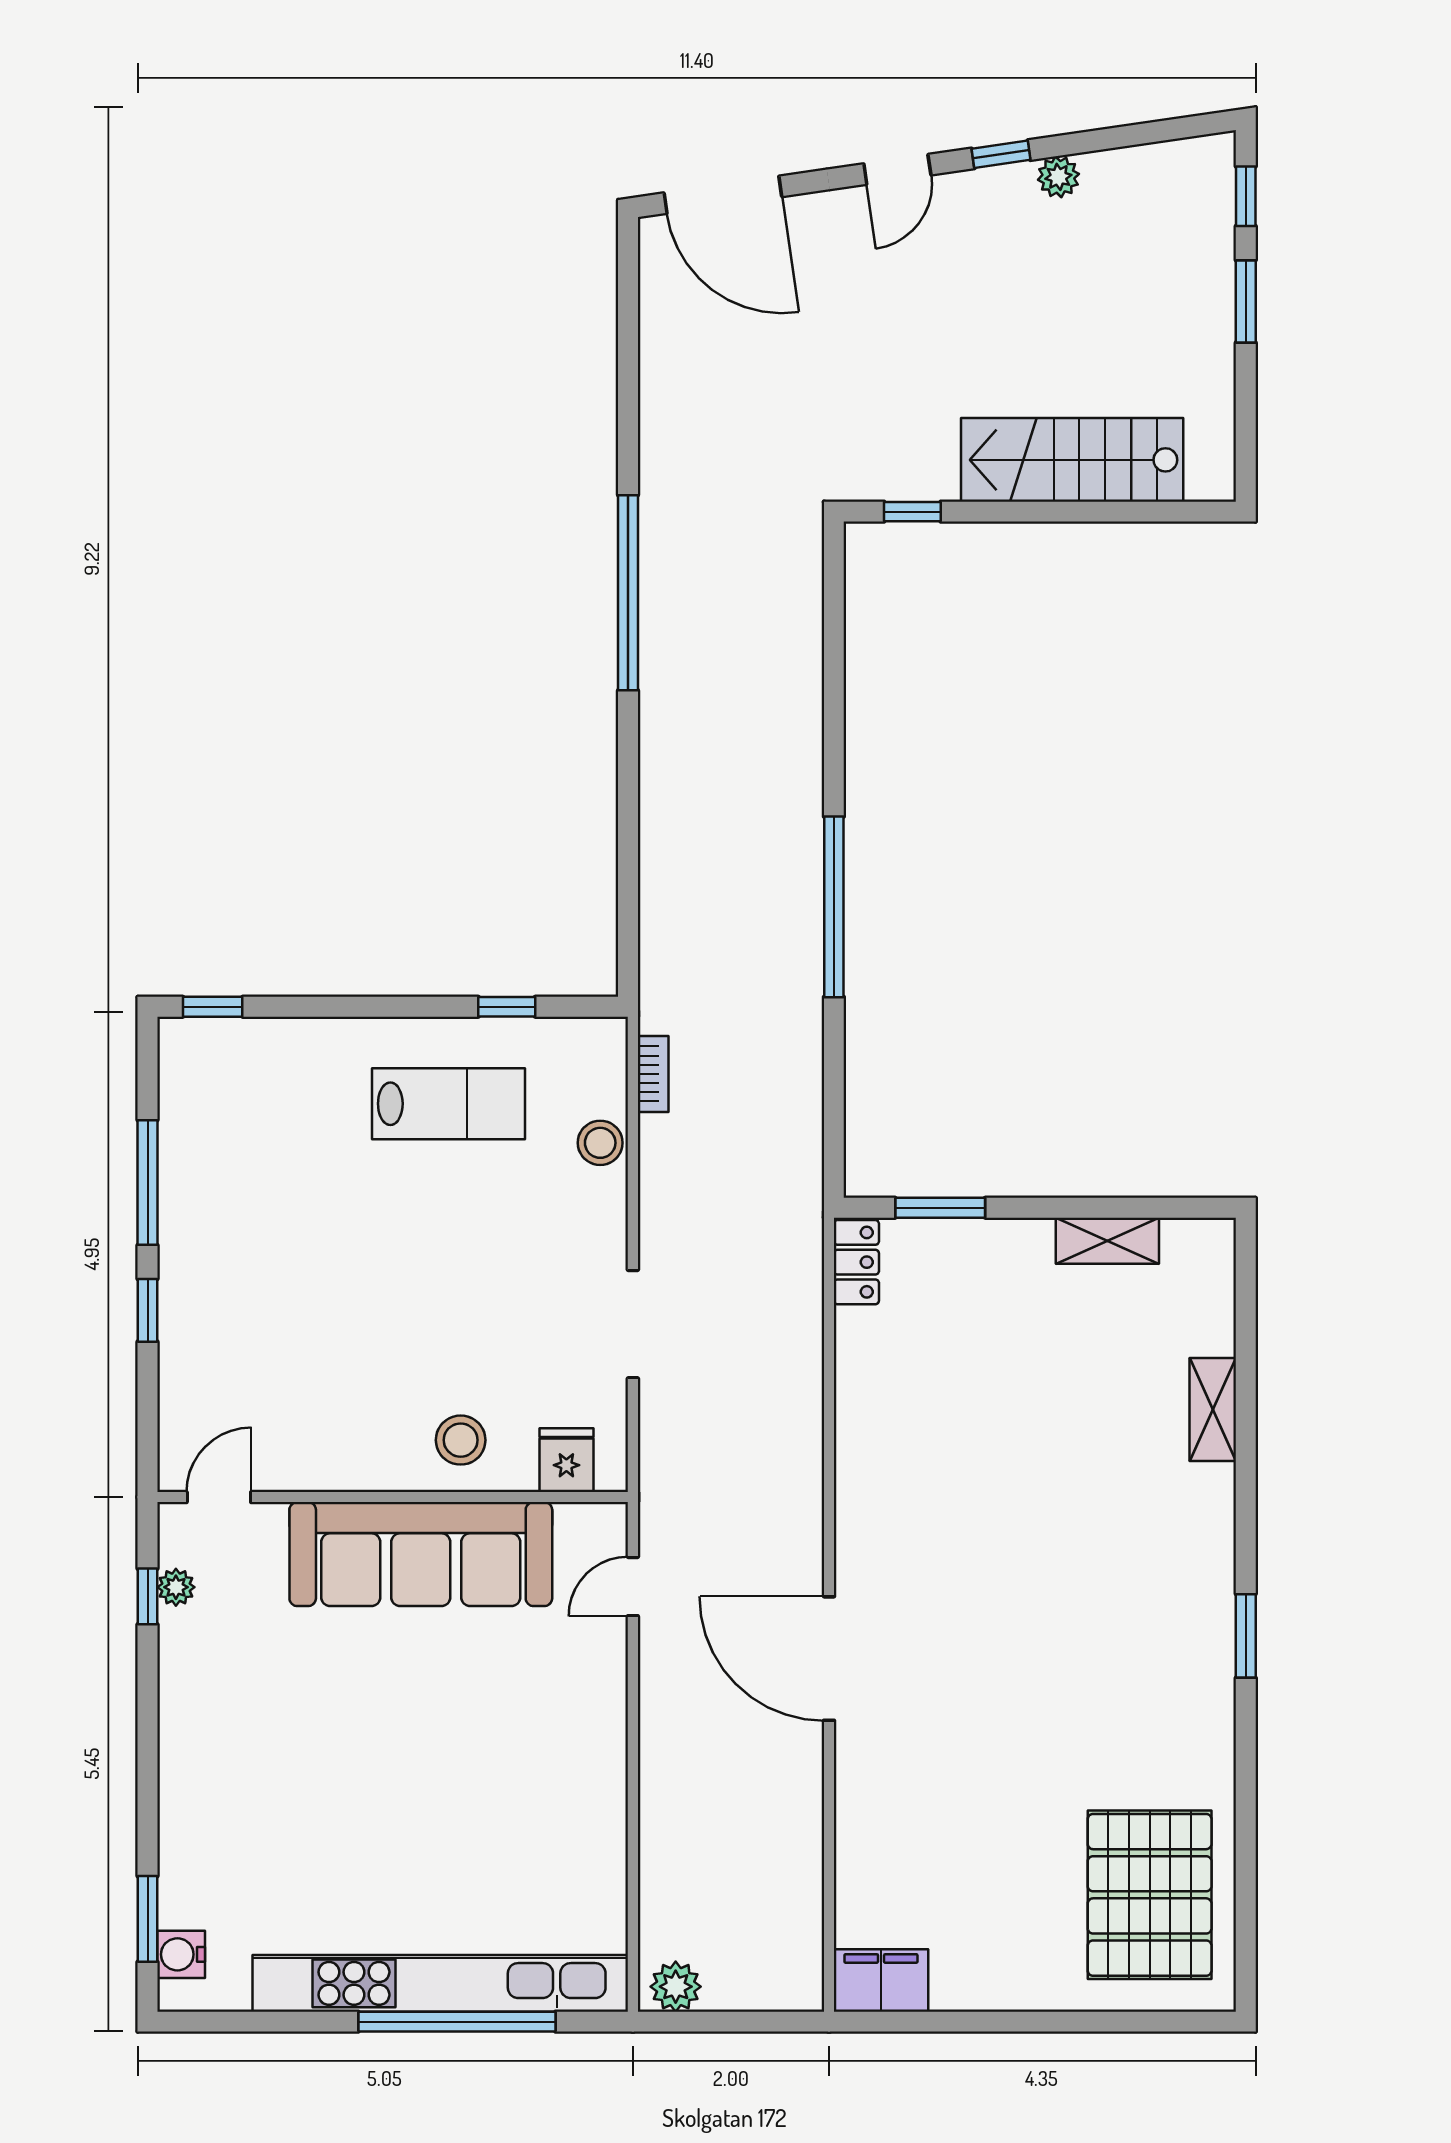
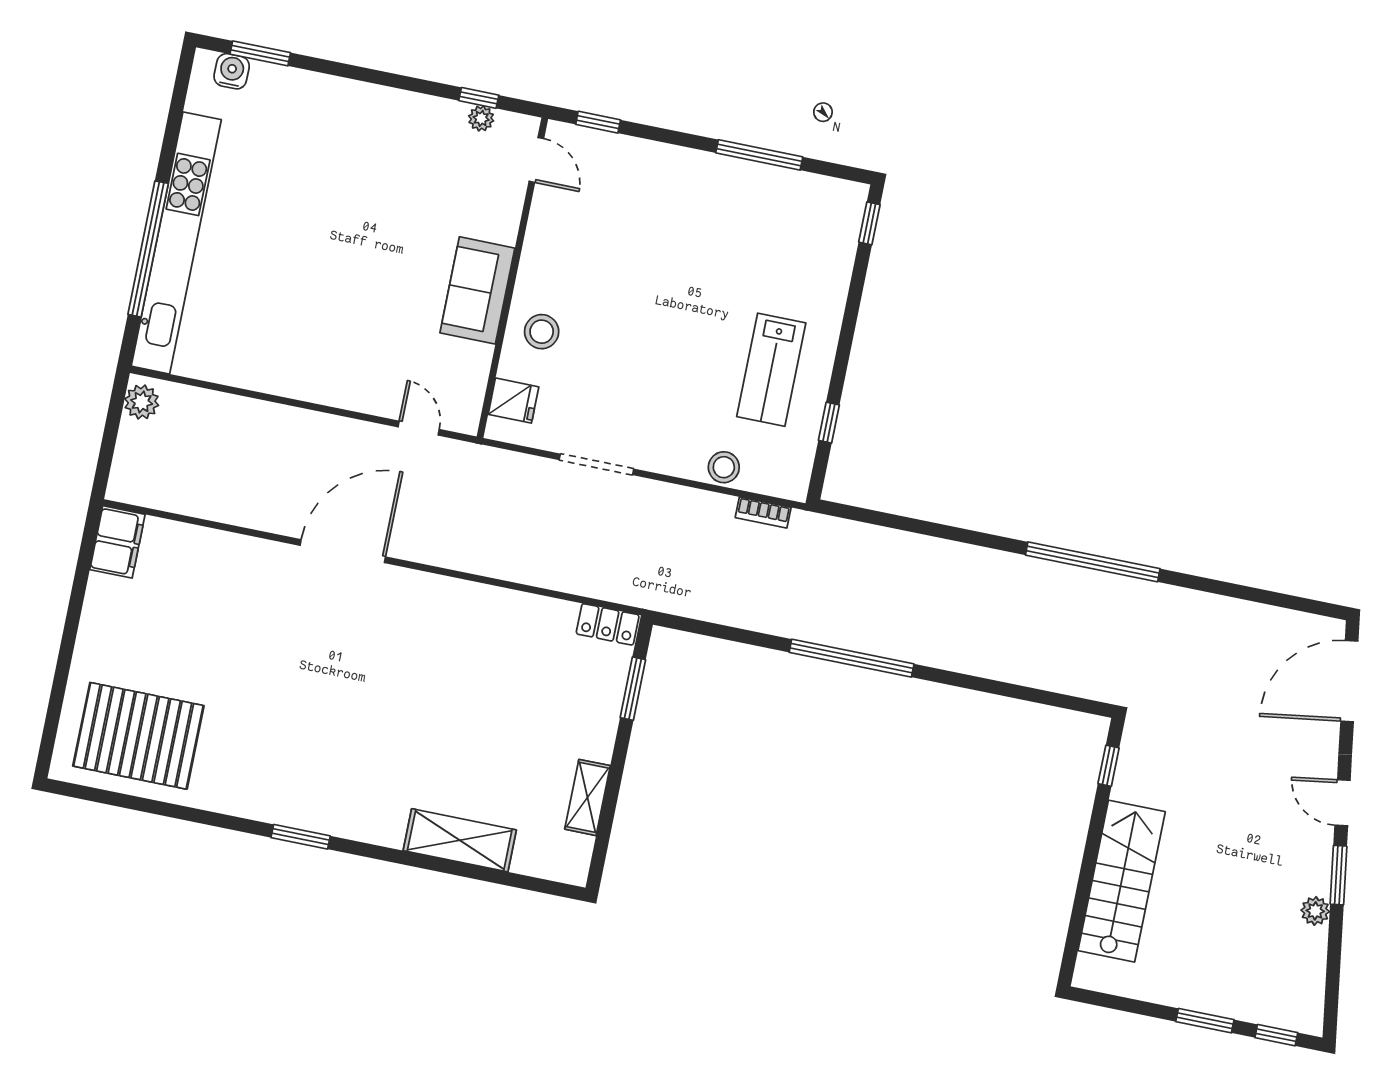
window: (1001, 154) -> (1338, 875), width x1.50
window: (148, 1310) -> (598, 122), moved
shelving: (1213, 1410) -> (460, 840), width x1.50, depth x1.33
sofa: (421, 1554) -> (477, 290), width x0.54, depth x0.79

